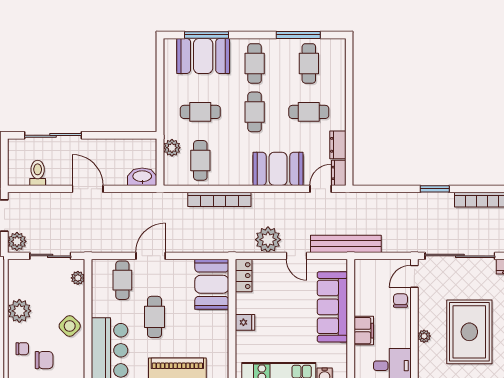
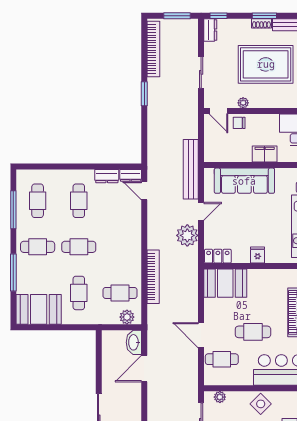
window: (206, 35) -> (13, 273), moved
booth: (203, 56) -> (39, 309), moved, turned 90
cafe table: (309, 63) -> (38, 201), turned 90
plant: (172, 148) -> (127, 317), moved
booth: (278, 169) -> (127, 227), removed
door: (88, 189) -> (144, 369), moved
sliding door: (460, 256) -> (201, 72), width x0.54
plant: (424, 336) -> (243, 103), moved

